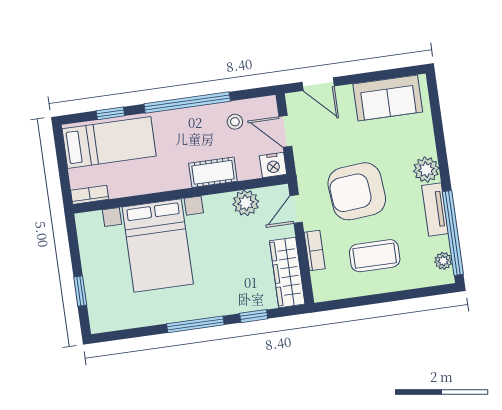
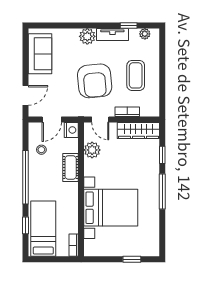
window: (453, 233) -> (129, 25), width x0.32

